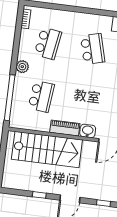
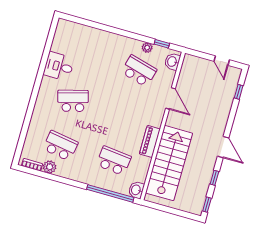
plant: (22, 67) -> (50, 167), moved
washbasin: (88, 131) -> (136, 190), moved
window: (103, 203) -> (207, 205), moved

